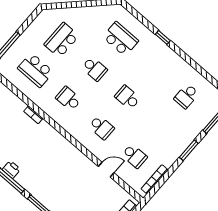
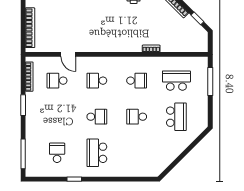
window: (163, 37) -> (74, 179), moved
school desk: (121, 39) -> (97, 153), moved, turned 90
window: (189, 150) -> (23, 105), moved
door: (106, 170) -> (68, 54), hinge flipped

